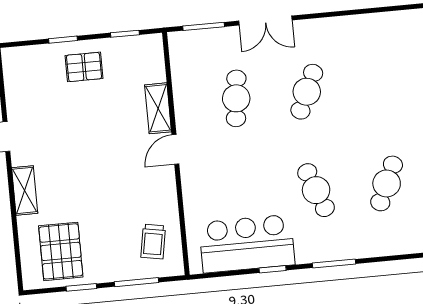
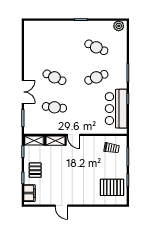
filing cabinet: (29, 59) -> (29, 193), added
shelving: (25, 190) -> (34, 141), moved

